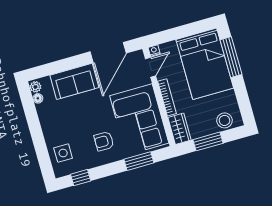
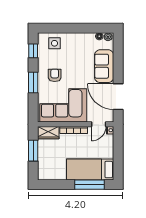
bed: (205, 64) -> (90, 170), width x0.67
door: (151, 67) -> (99, 124), hinge flipped
stool: (224, 120) -> (45, 167), removed
window: (139, 161) -> (33, 82), moved

